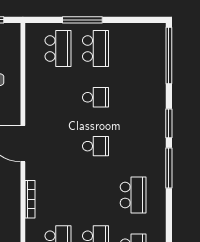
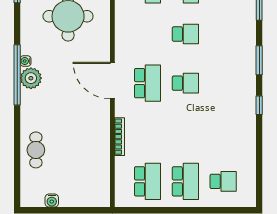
window: (169, 168) -> (259, 105), width x0.46
school desk: (133, 195) -> (148, 83), moved

